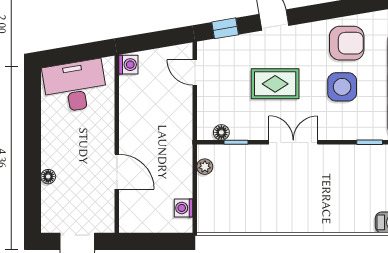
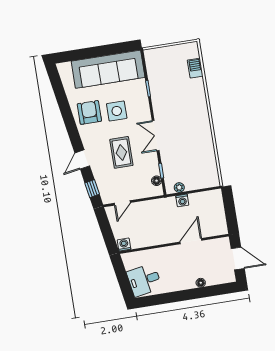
desk: (75, 86) -> (144, 280), width x0.73
washing machine: (184, 208) -> (182, 200), moved

